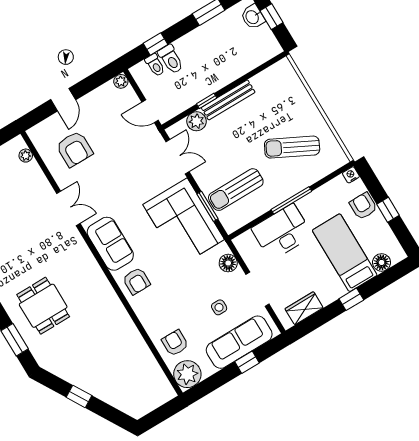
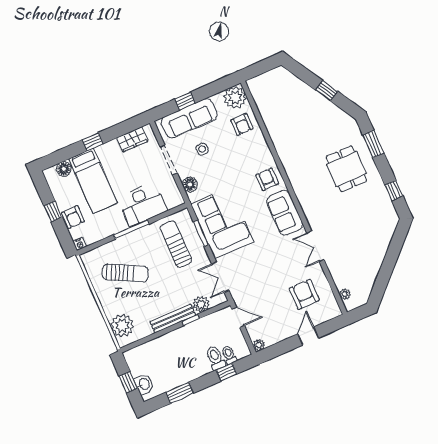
plant: (288, 84) -> (122, 325), added
sun lounger: (236, 190) -> (176, 244), turned -90

